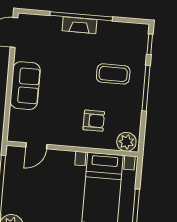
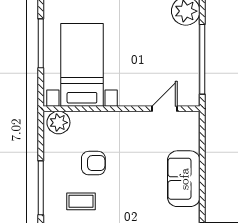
coffee table: (113, 74) -> (81, 201), width x0.73, depth x0.77
armchair: (94, 121) -> (93, 163), moved, turned 180

